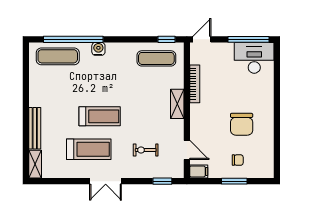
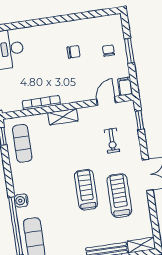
chair: (242, 124) -> (74, 52), width x0.54, depth x0.54

